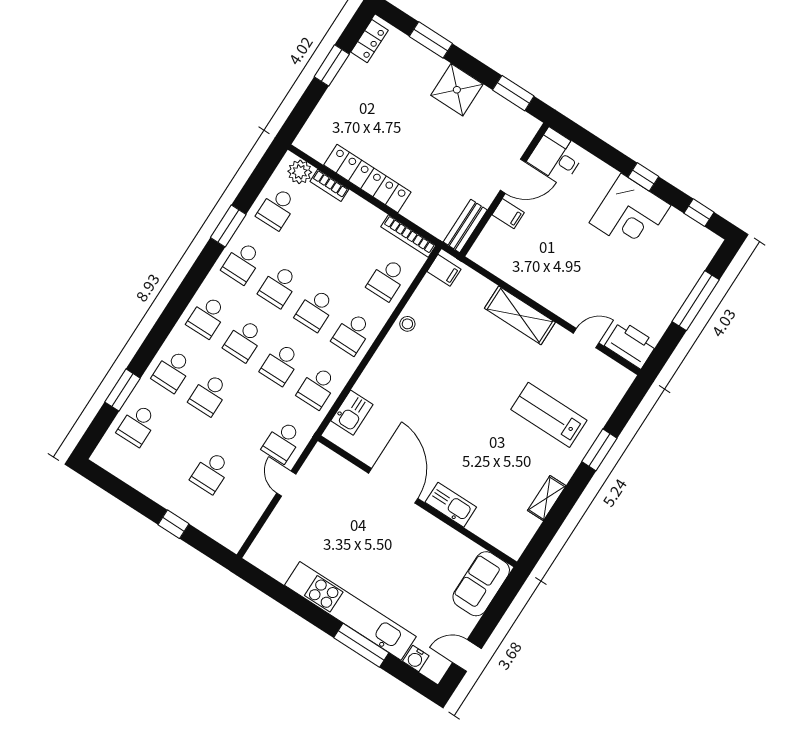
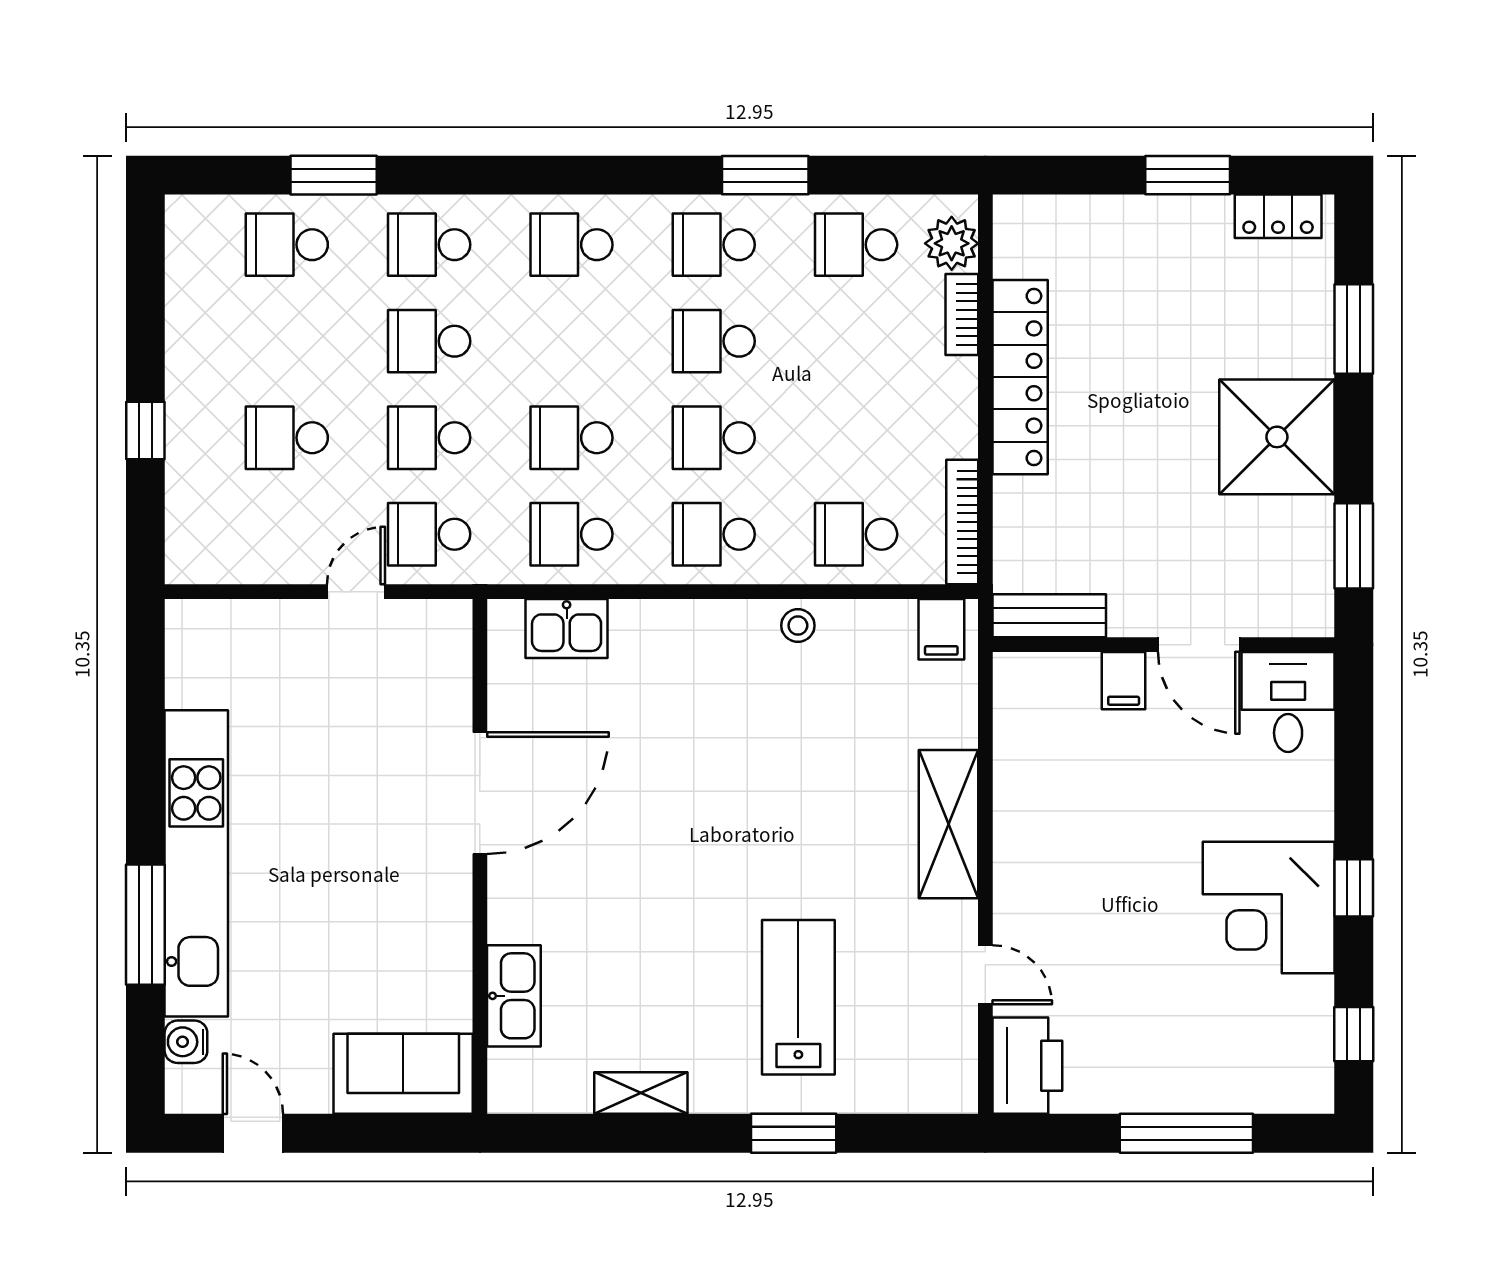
shower: (457, 90) -> (1277, 437), width x1.37, depth x1.37
school desk: (244, 340) -> (429, 438), moved
kitchen sink: (451, 505) -> (514, 996), moved

